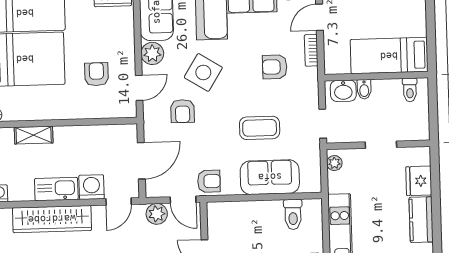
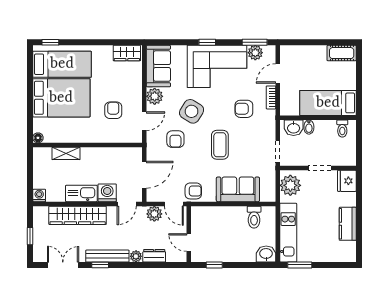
coffee table: (260, 128) -> (220, 145), moved, turned 90
plant: (334, 163) -> (290, 185), width x1.88, depth x1.88
fridge: (419, 181) -> (347, 181), moved

